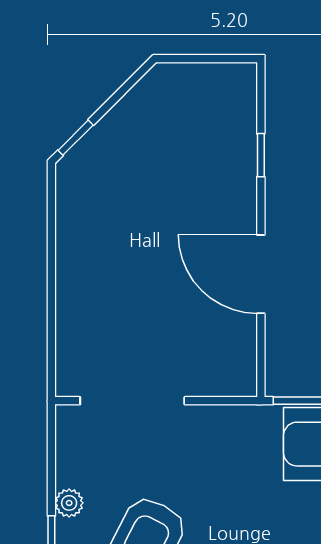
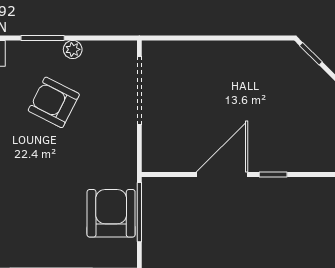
window: (261, 155) -> (273, 175), moved

